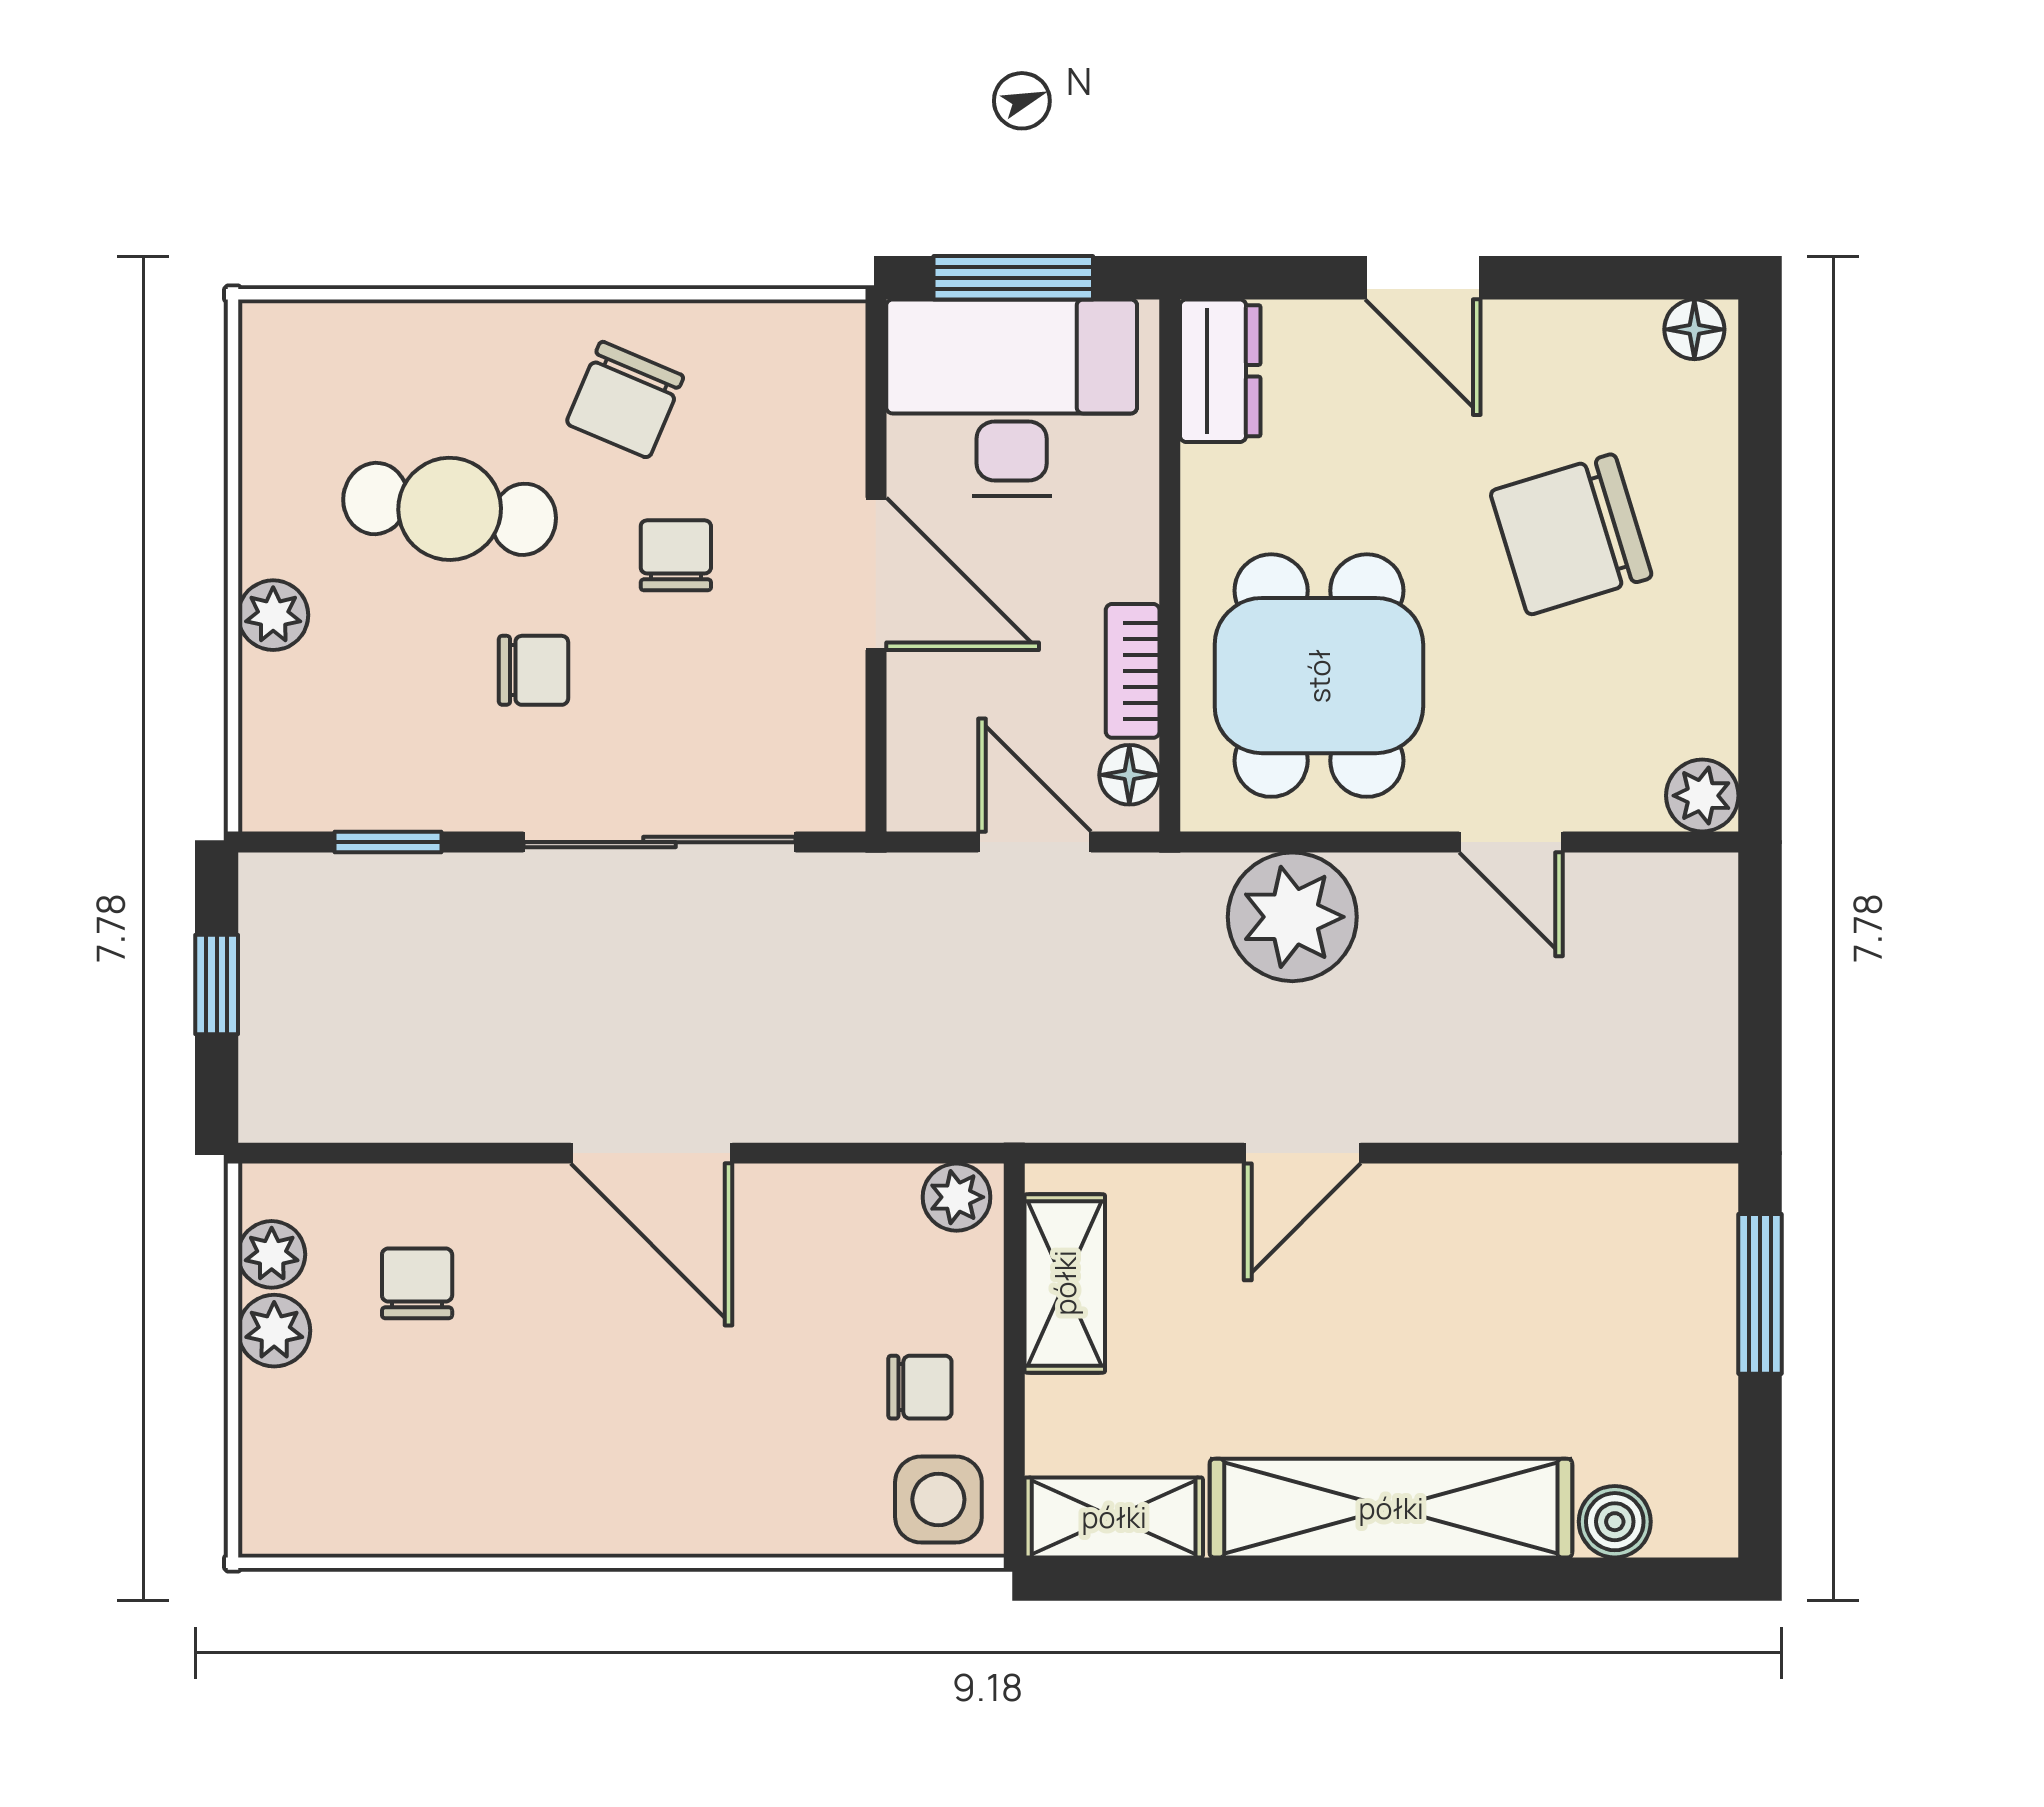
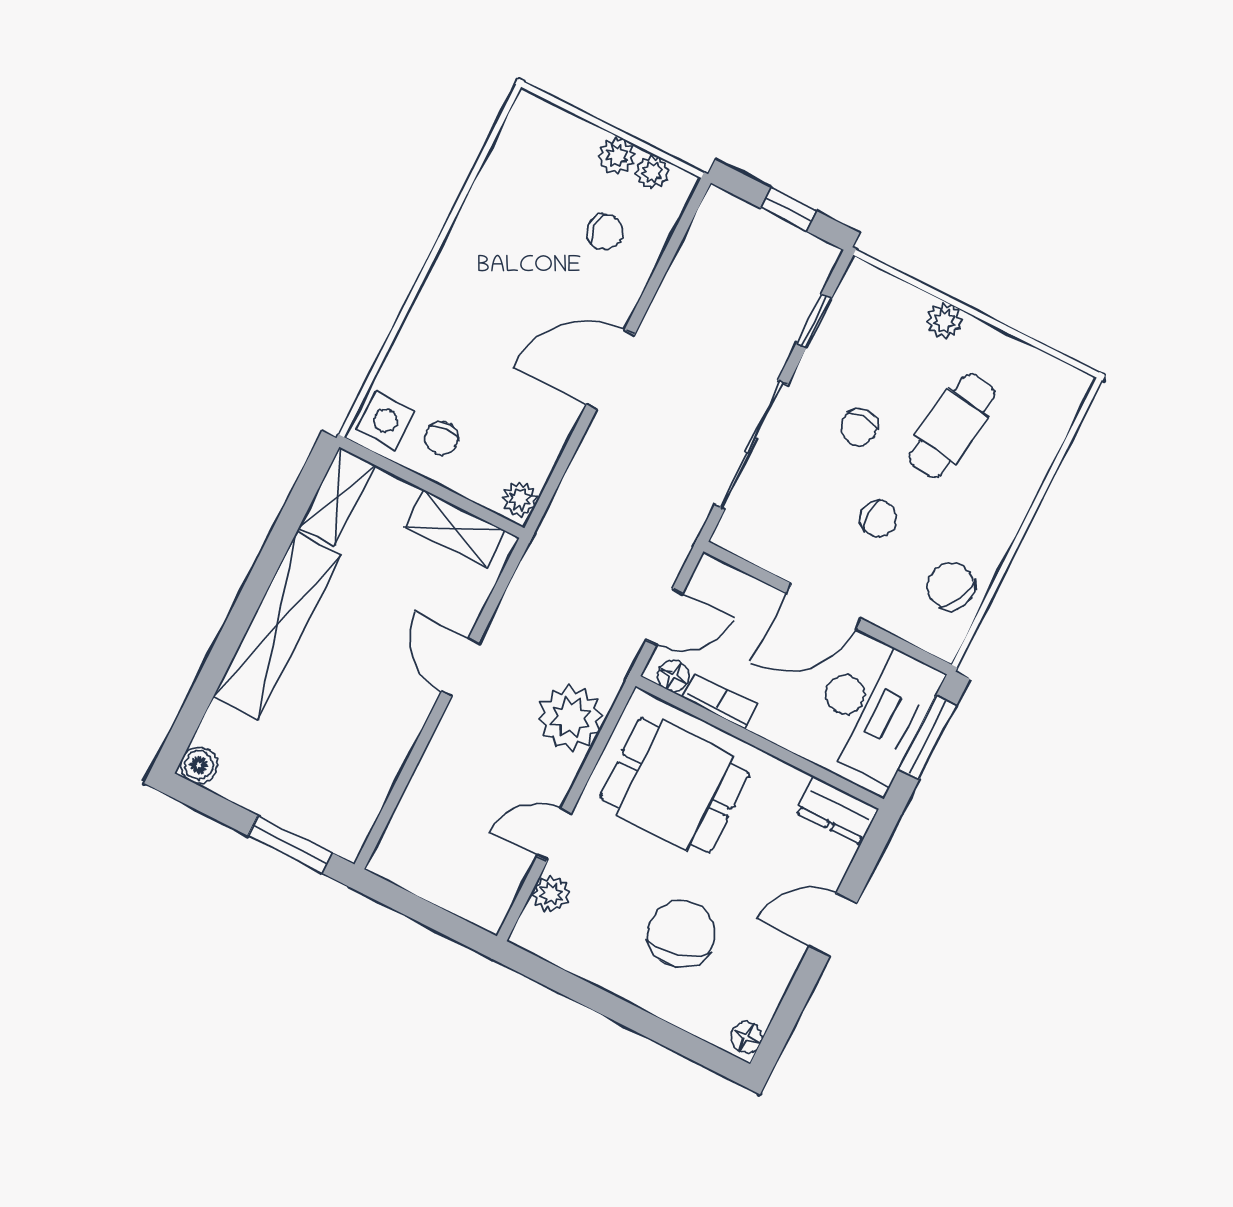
chair: (625, 400) -> (951, 586), moved
plant: (1702, 796) -> (551, 894), moved
boiler: (1615, 1522) -> (199, 765), moved

